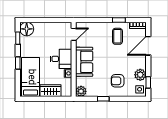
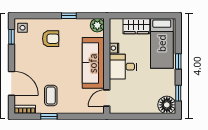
door: (148, 46) -> (11, 83), hinge flipped
sofa: (84, 62) -> (93, 63), width x1.36
plant: (140, 75) -> (22, 46), removed

